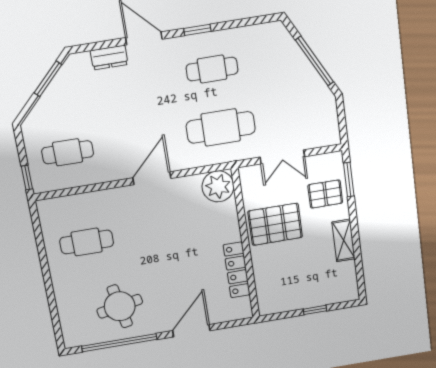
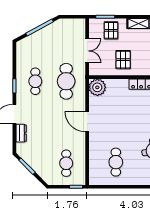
pallet: (275, 224) -> (123, 60), width x0.67, depth x0.71

